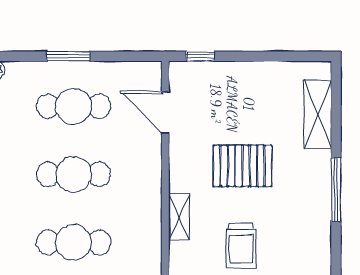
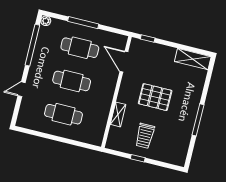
window: (68, 56) -> (83, 23), width x1.44
shelving: (318, 114) -> (193, 59), moved, turned 90

